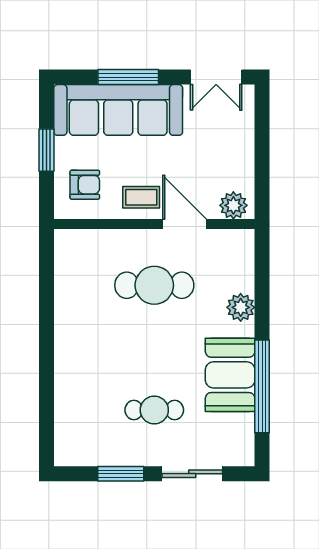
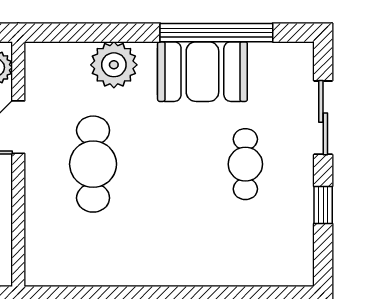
plant: (241, 307) -> (114, 65), width x1.36, depth x1.36
window: (121, 474) -> (323, 205), width x0.67

